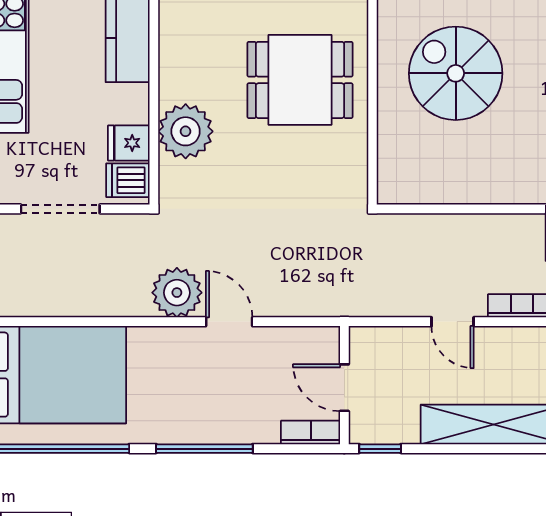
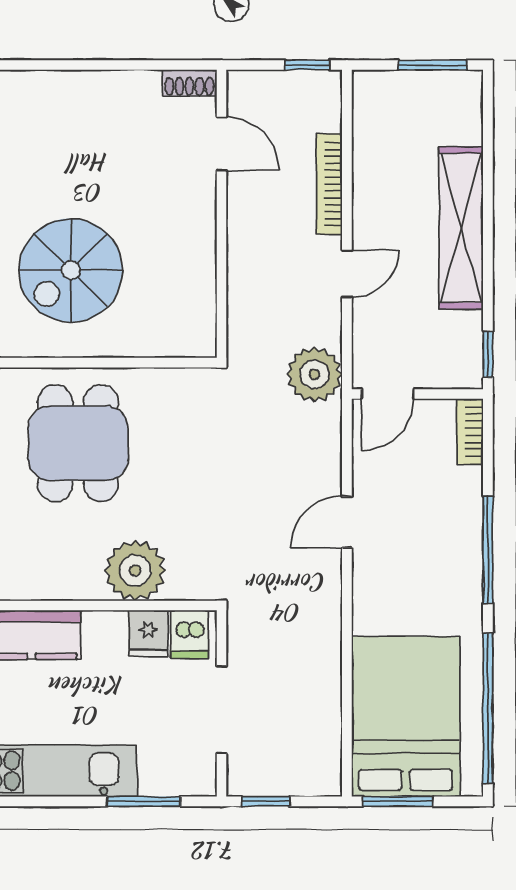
plant: (177, 293) -> (314, 374), moved
door: (344, 388) -> (387, 394), moved

